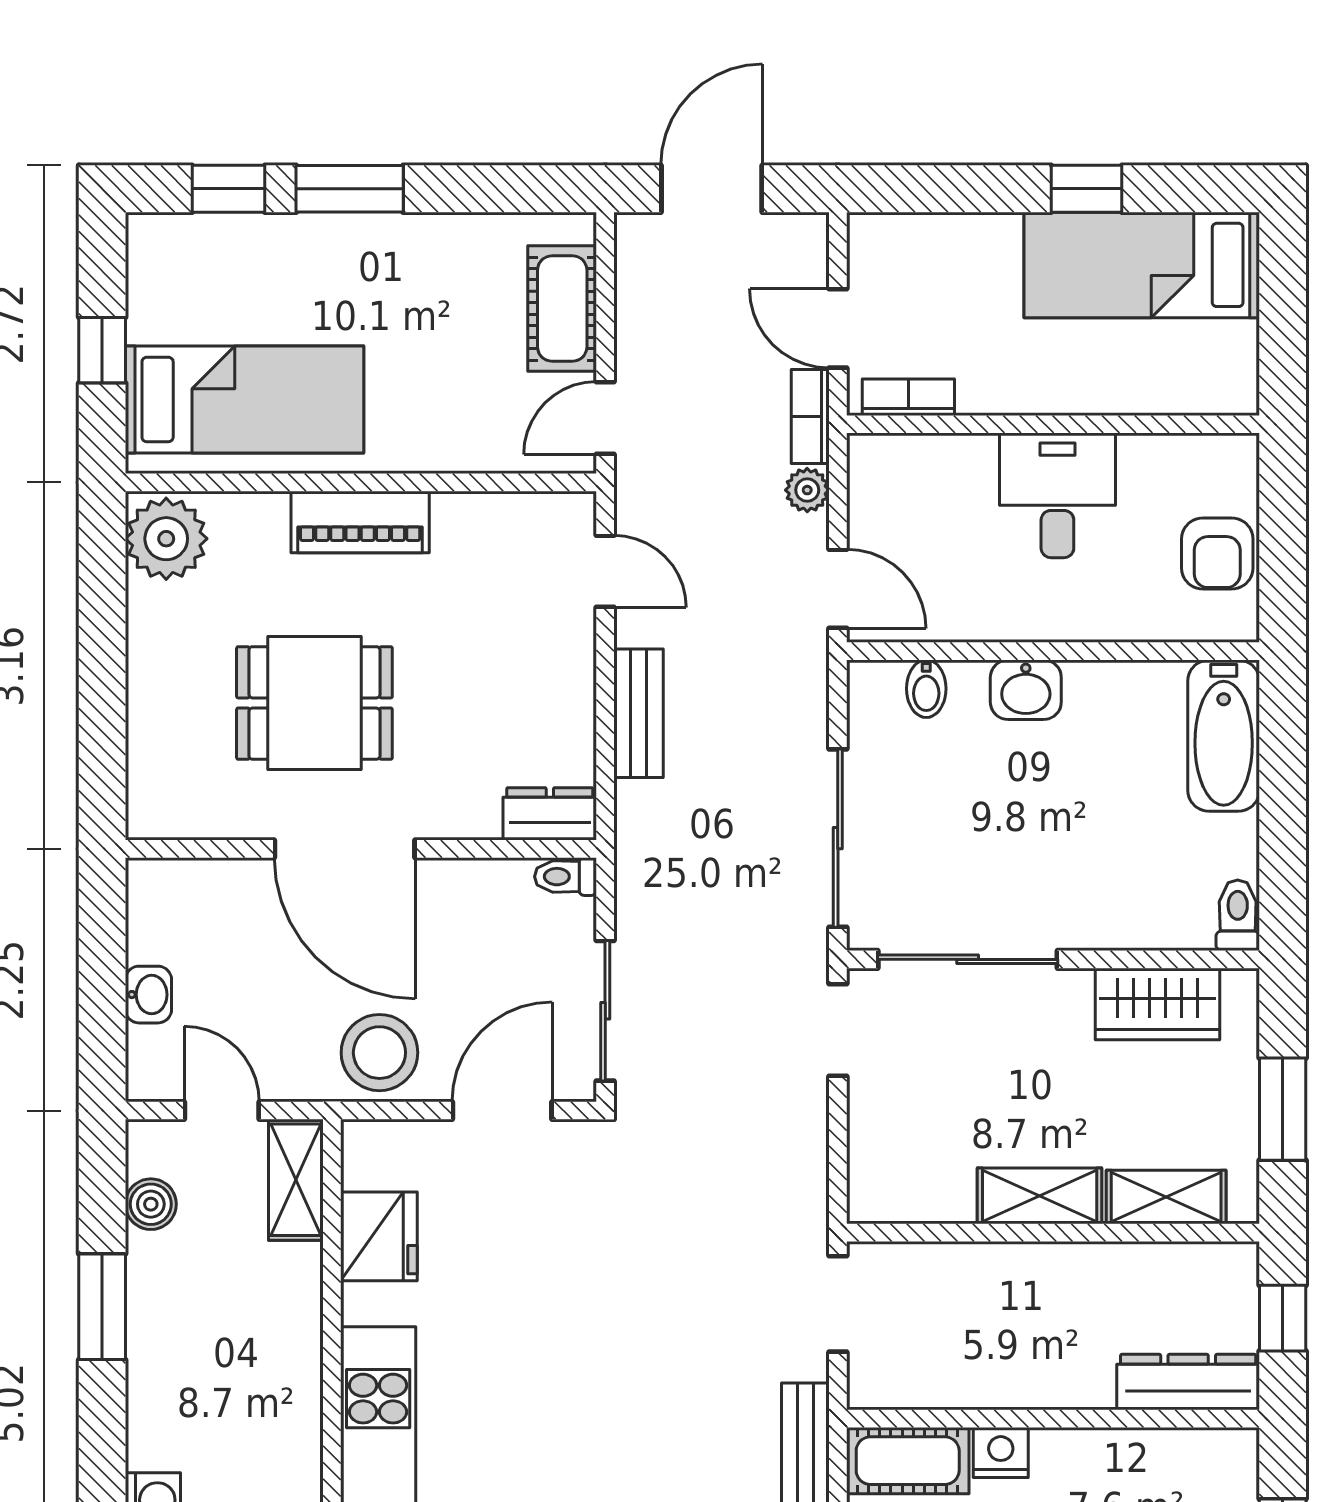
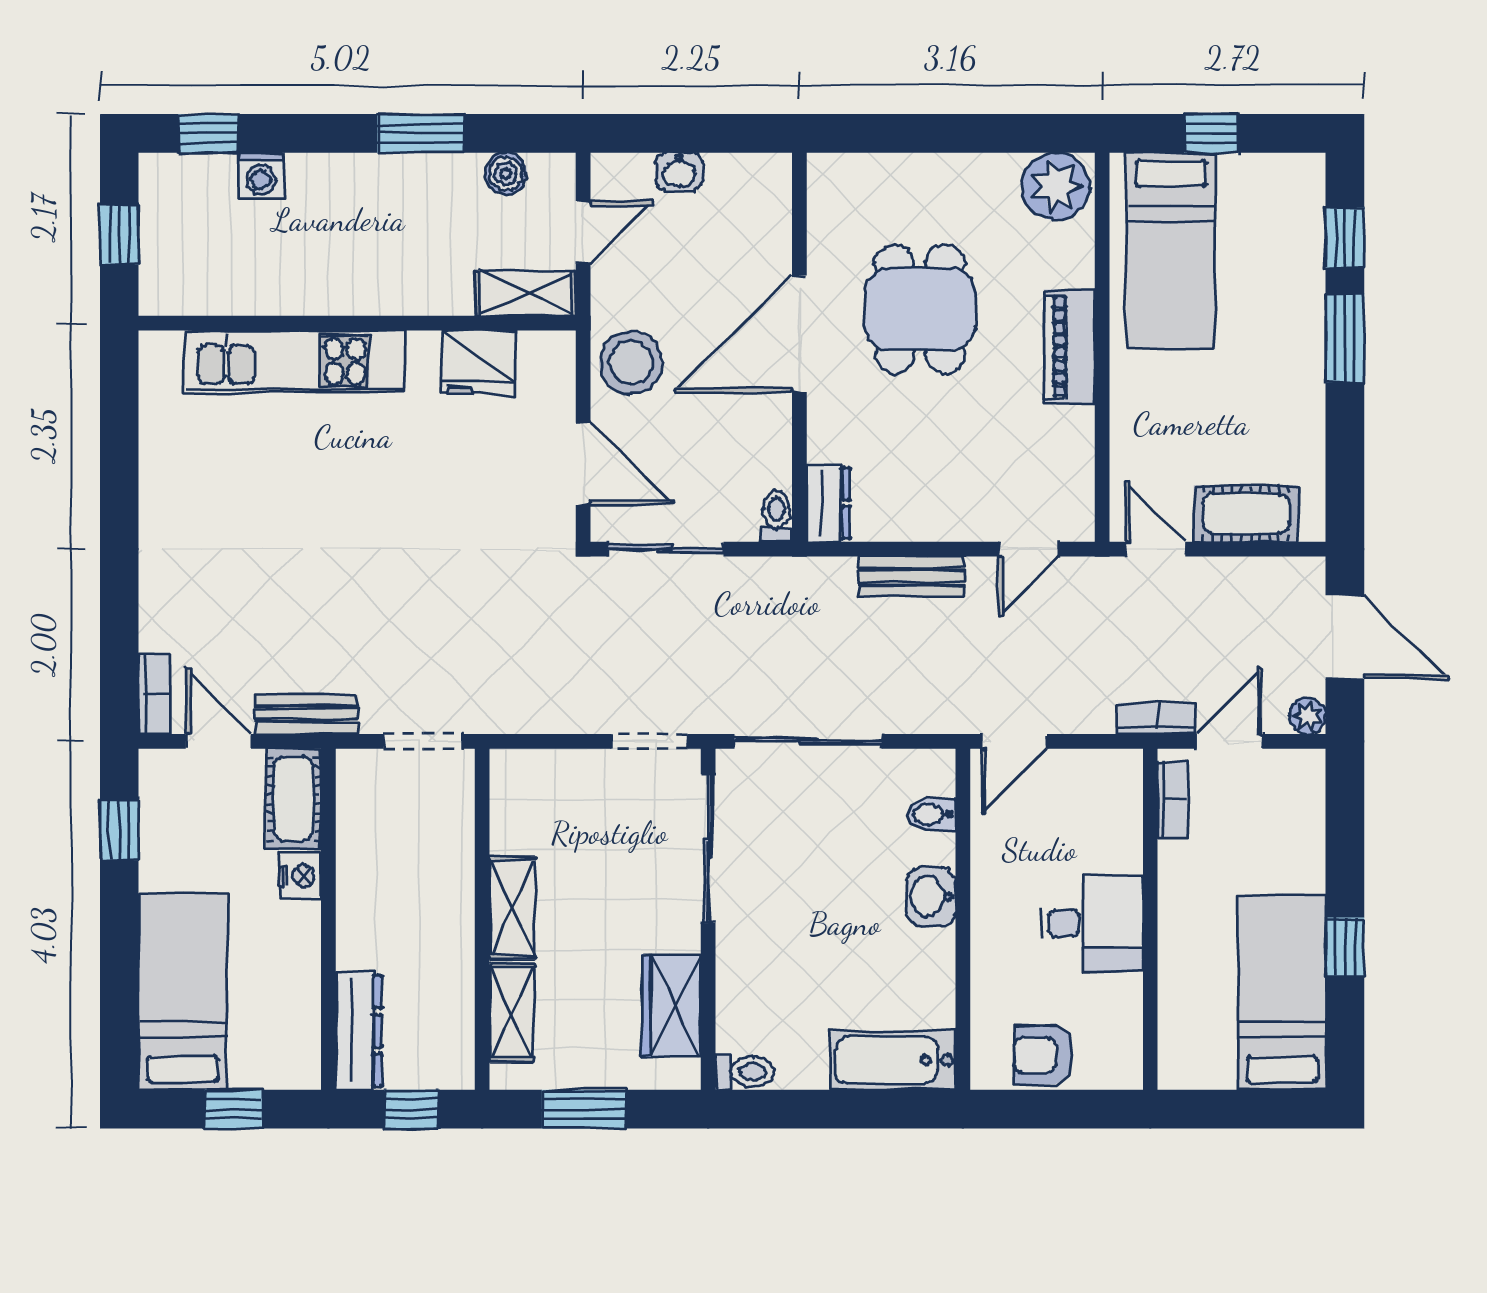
plant: (807, 490) -> (1308, 716), moved

